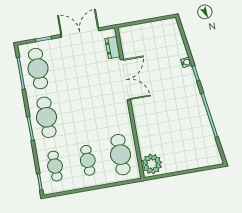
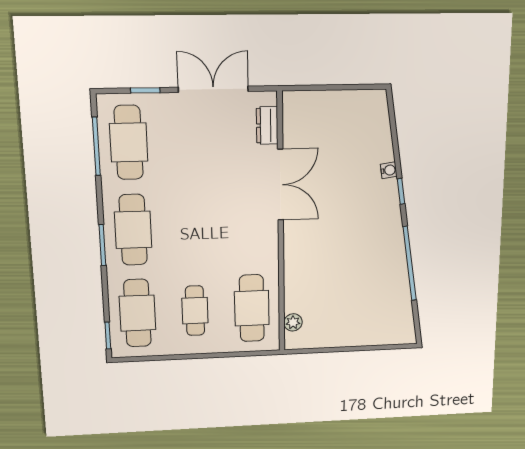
plant: (152, 164) -> (293, 322), width x0.53, depth x0.53
cafe table: (55, 166) -> (137, 313), width x1.37, depth x1.35

